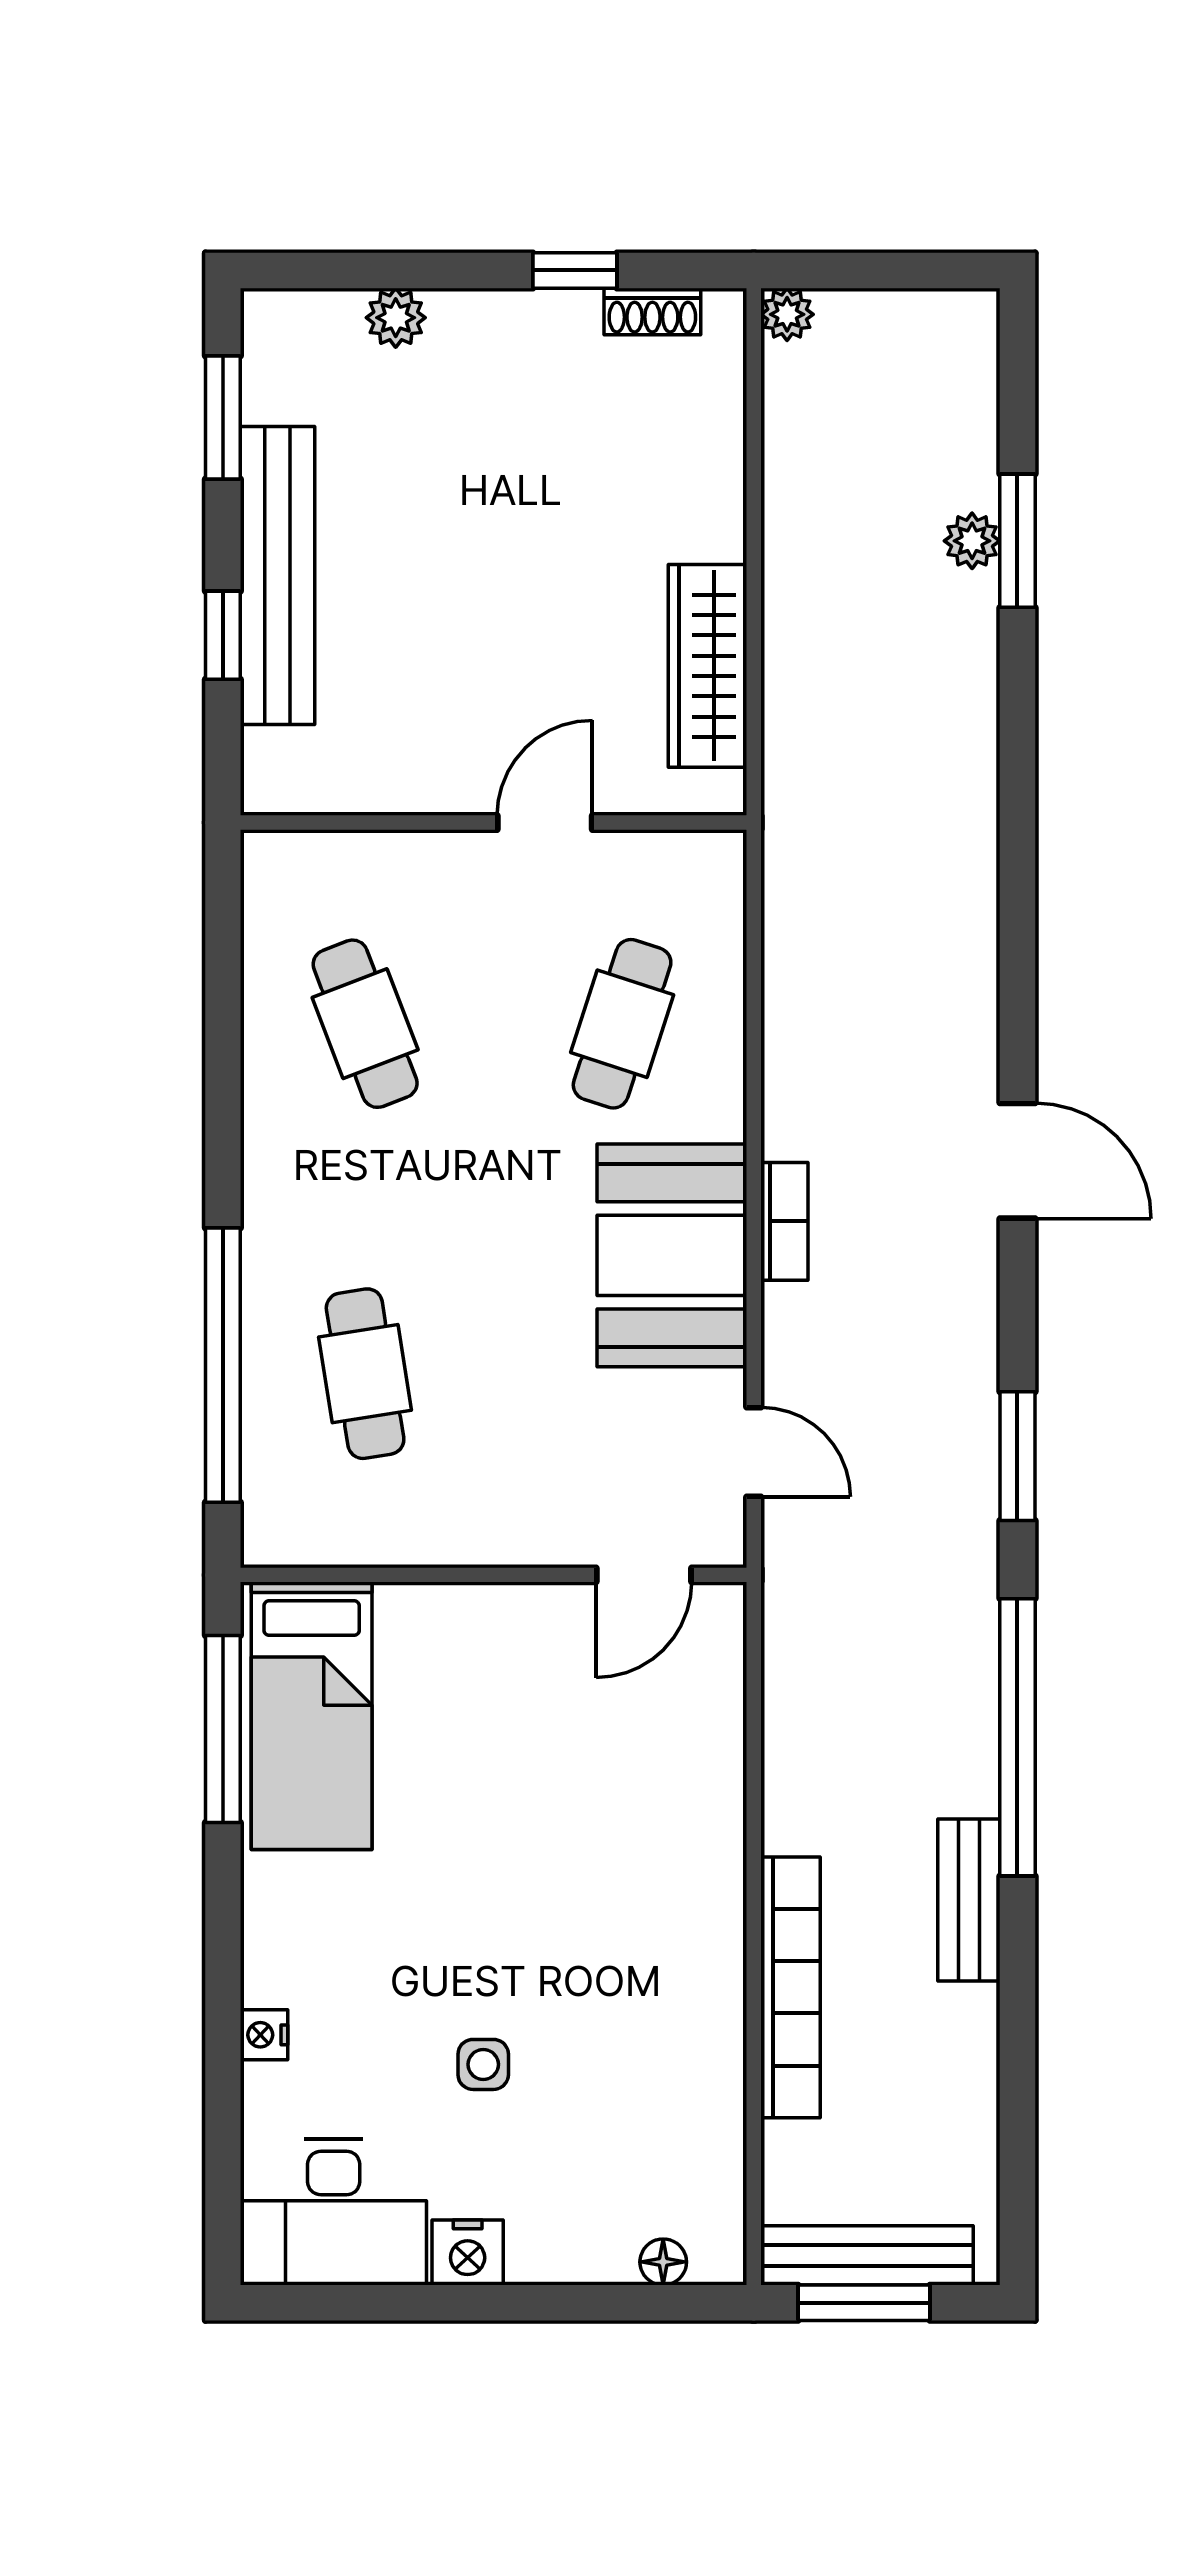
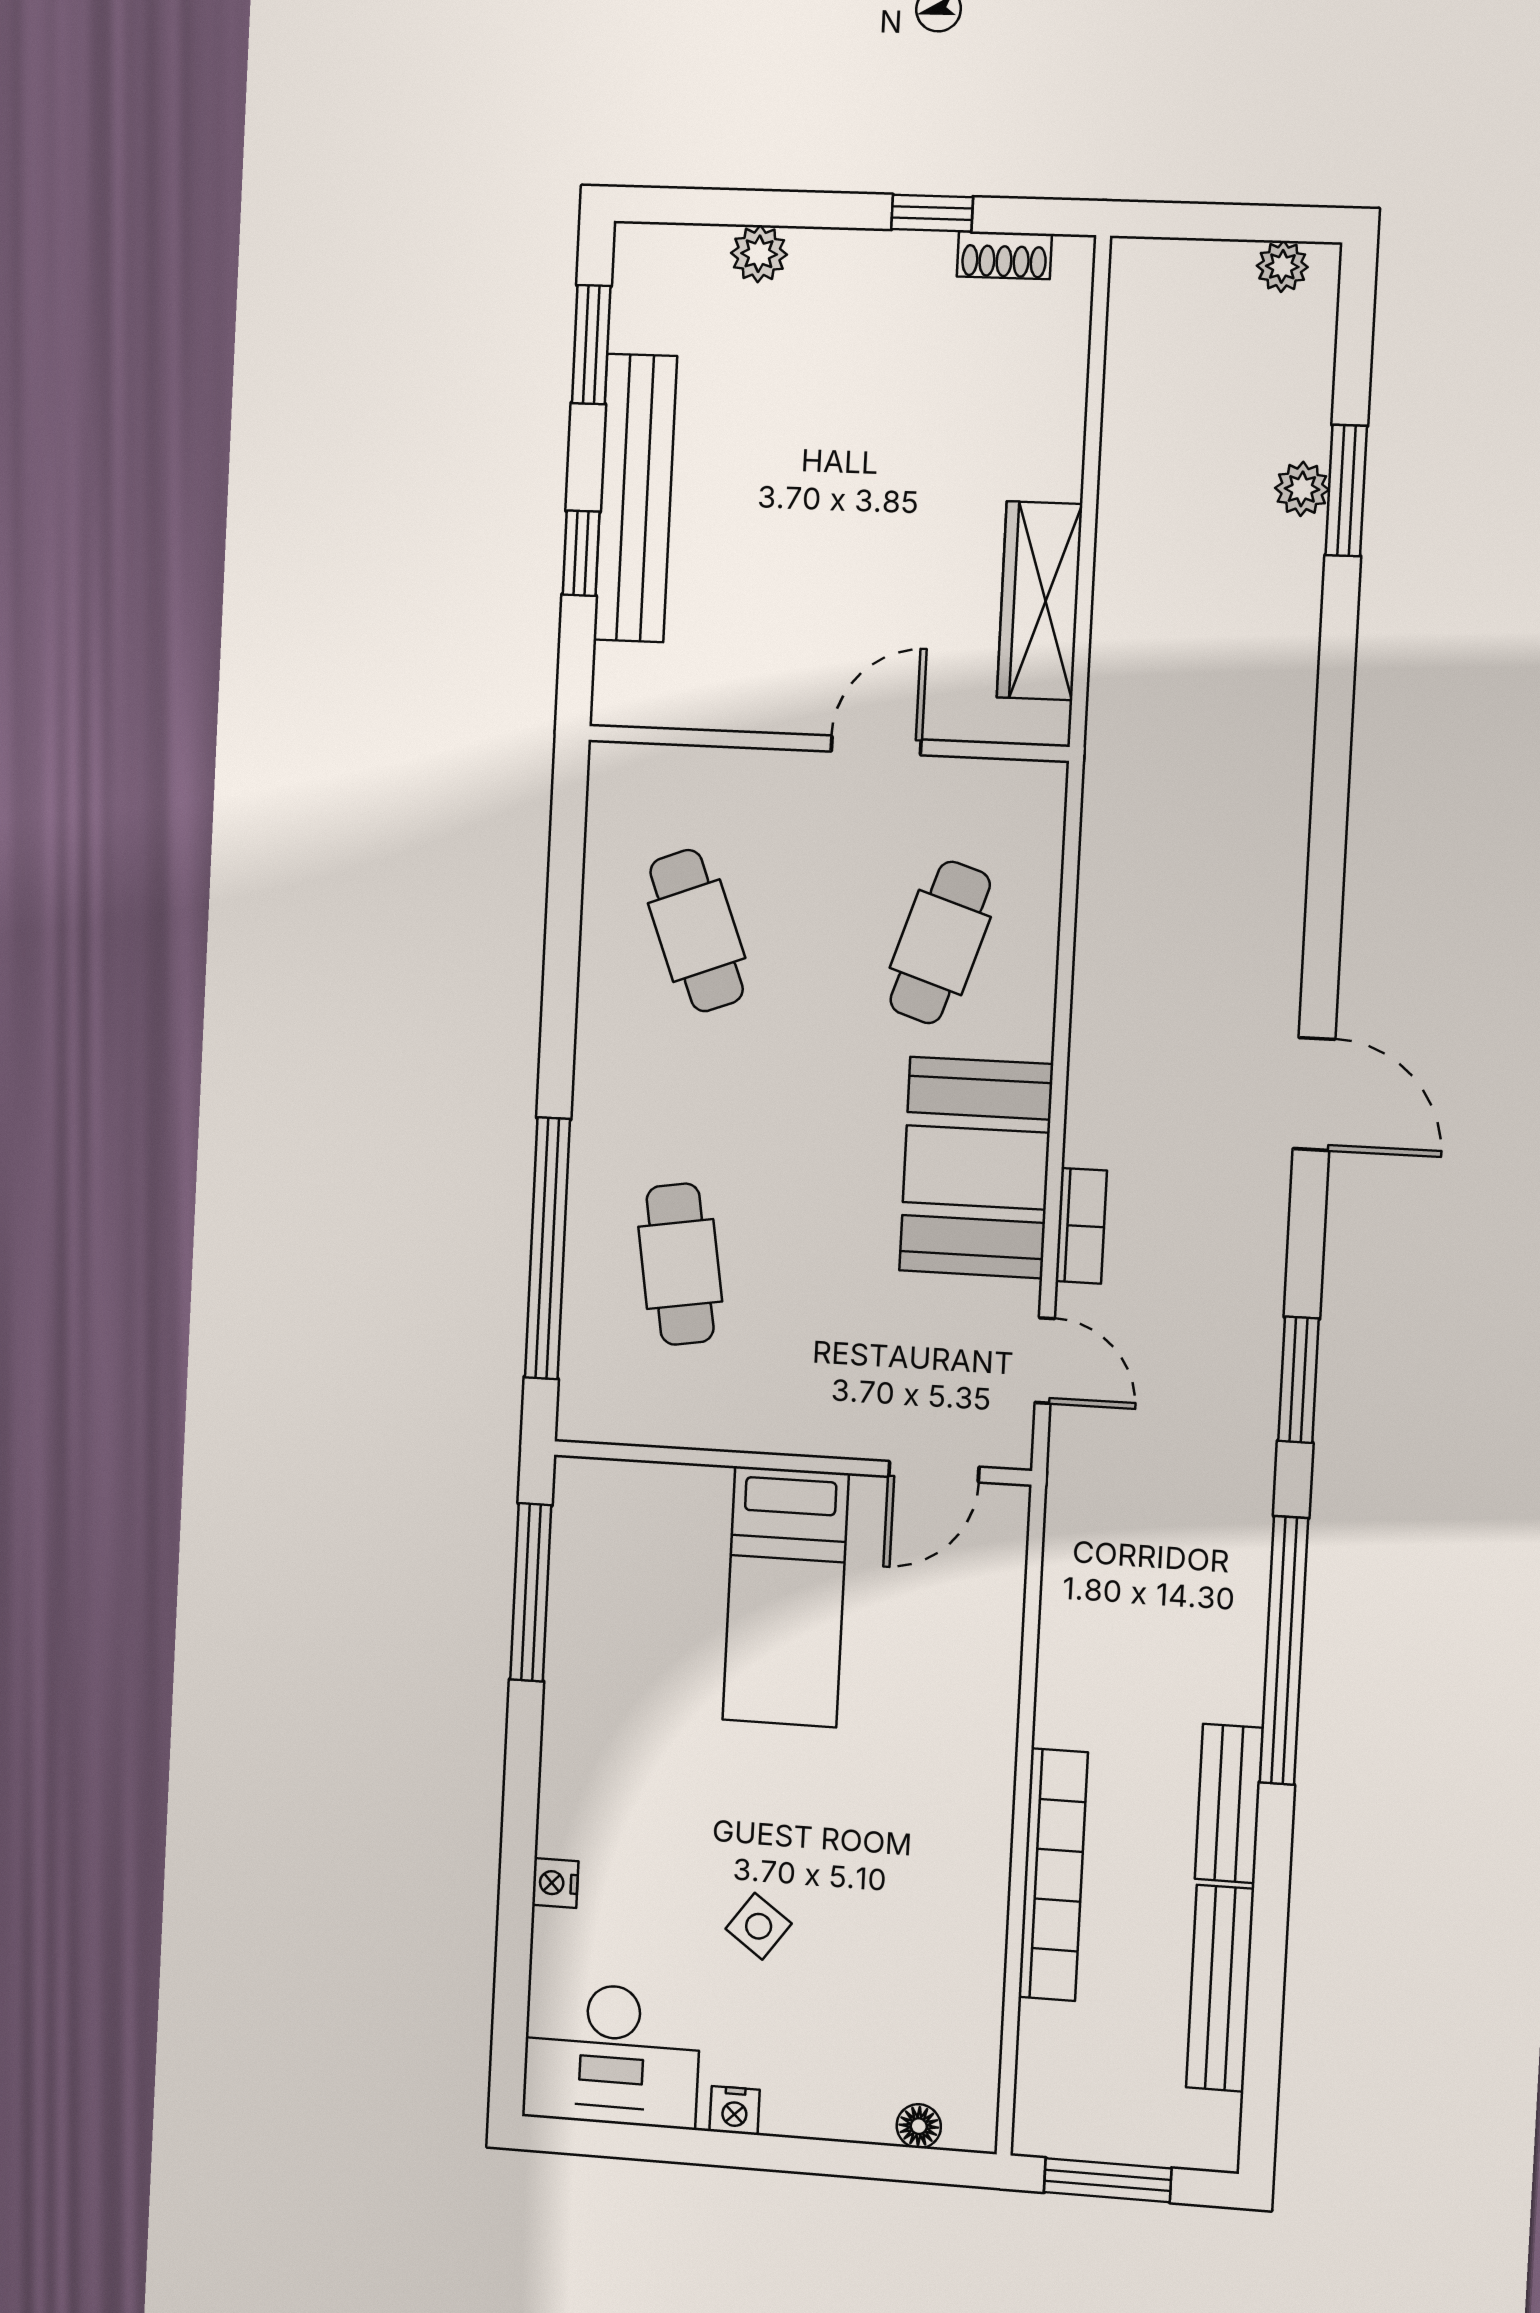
plant: (787, 314) -> (1282, 266), moved
bookcase: (784, 1221) -> (1081, 1226), moved
bed: (312, 1716) -> (786, 1597), moved
side table: (483, 2064) -> (759, 1926), turned 36
nightstand: (468, 2252) -> (735, 2110), width x0.72, depth x0.74
bench: (867, 2255) -> (1220, 1988), moved, turned 90

